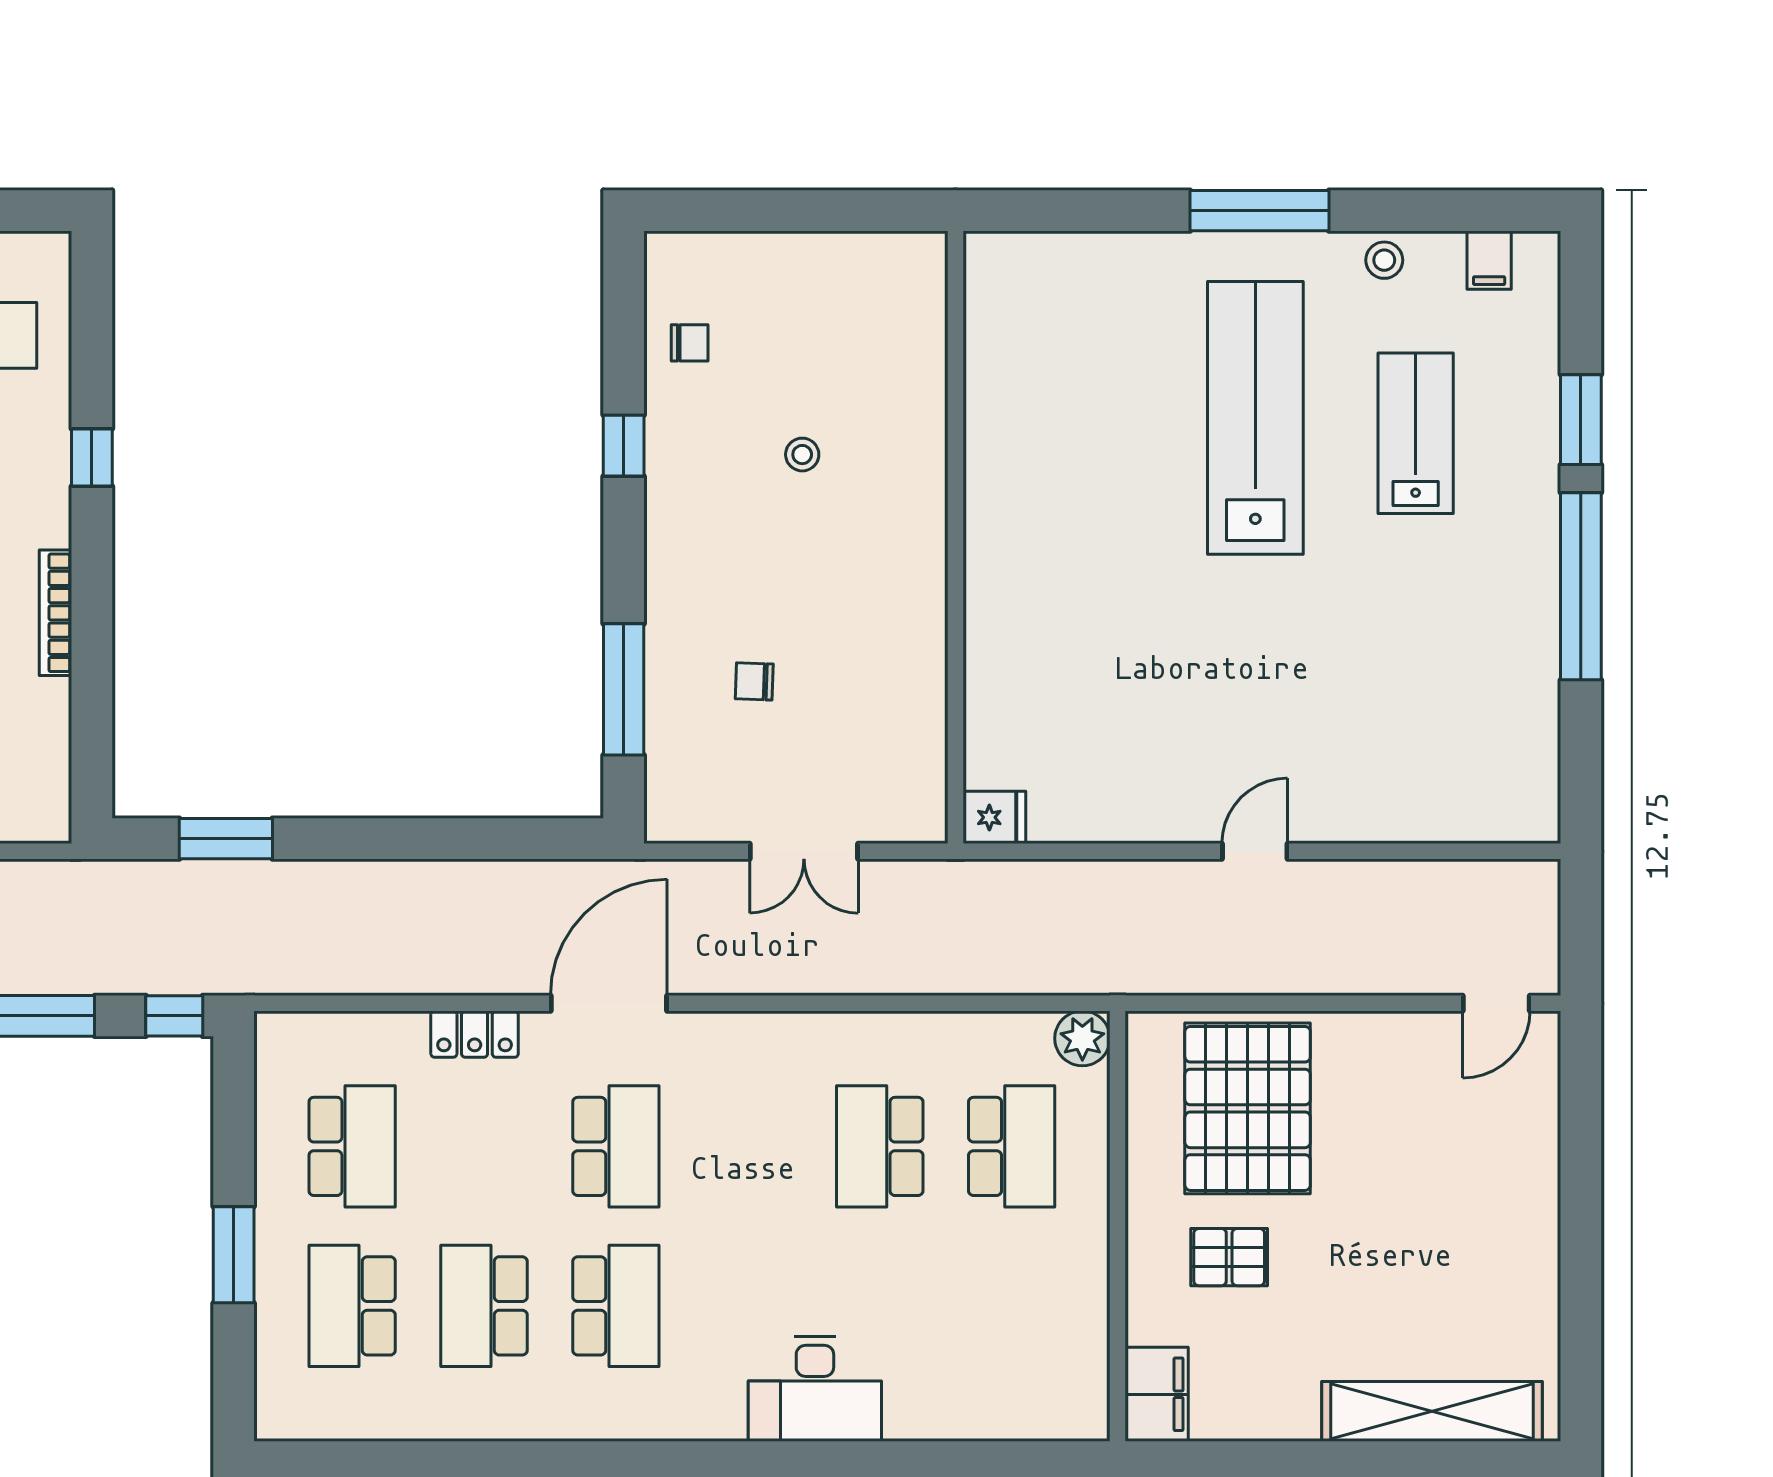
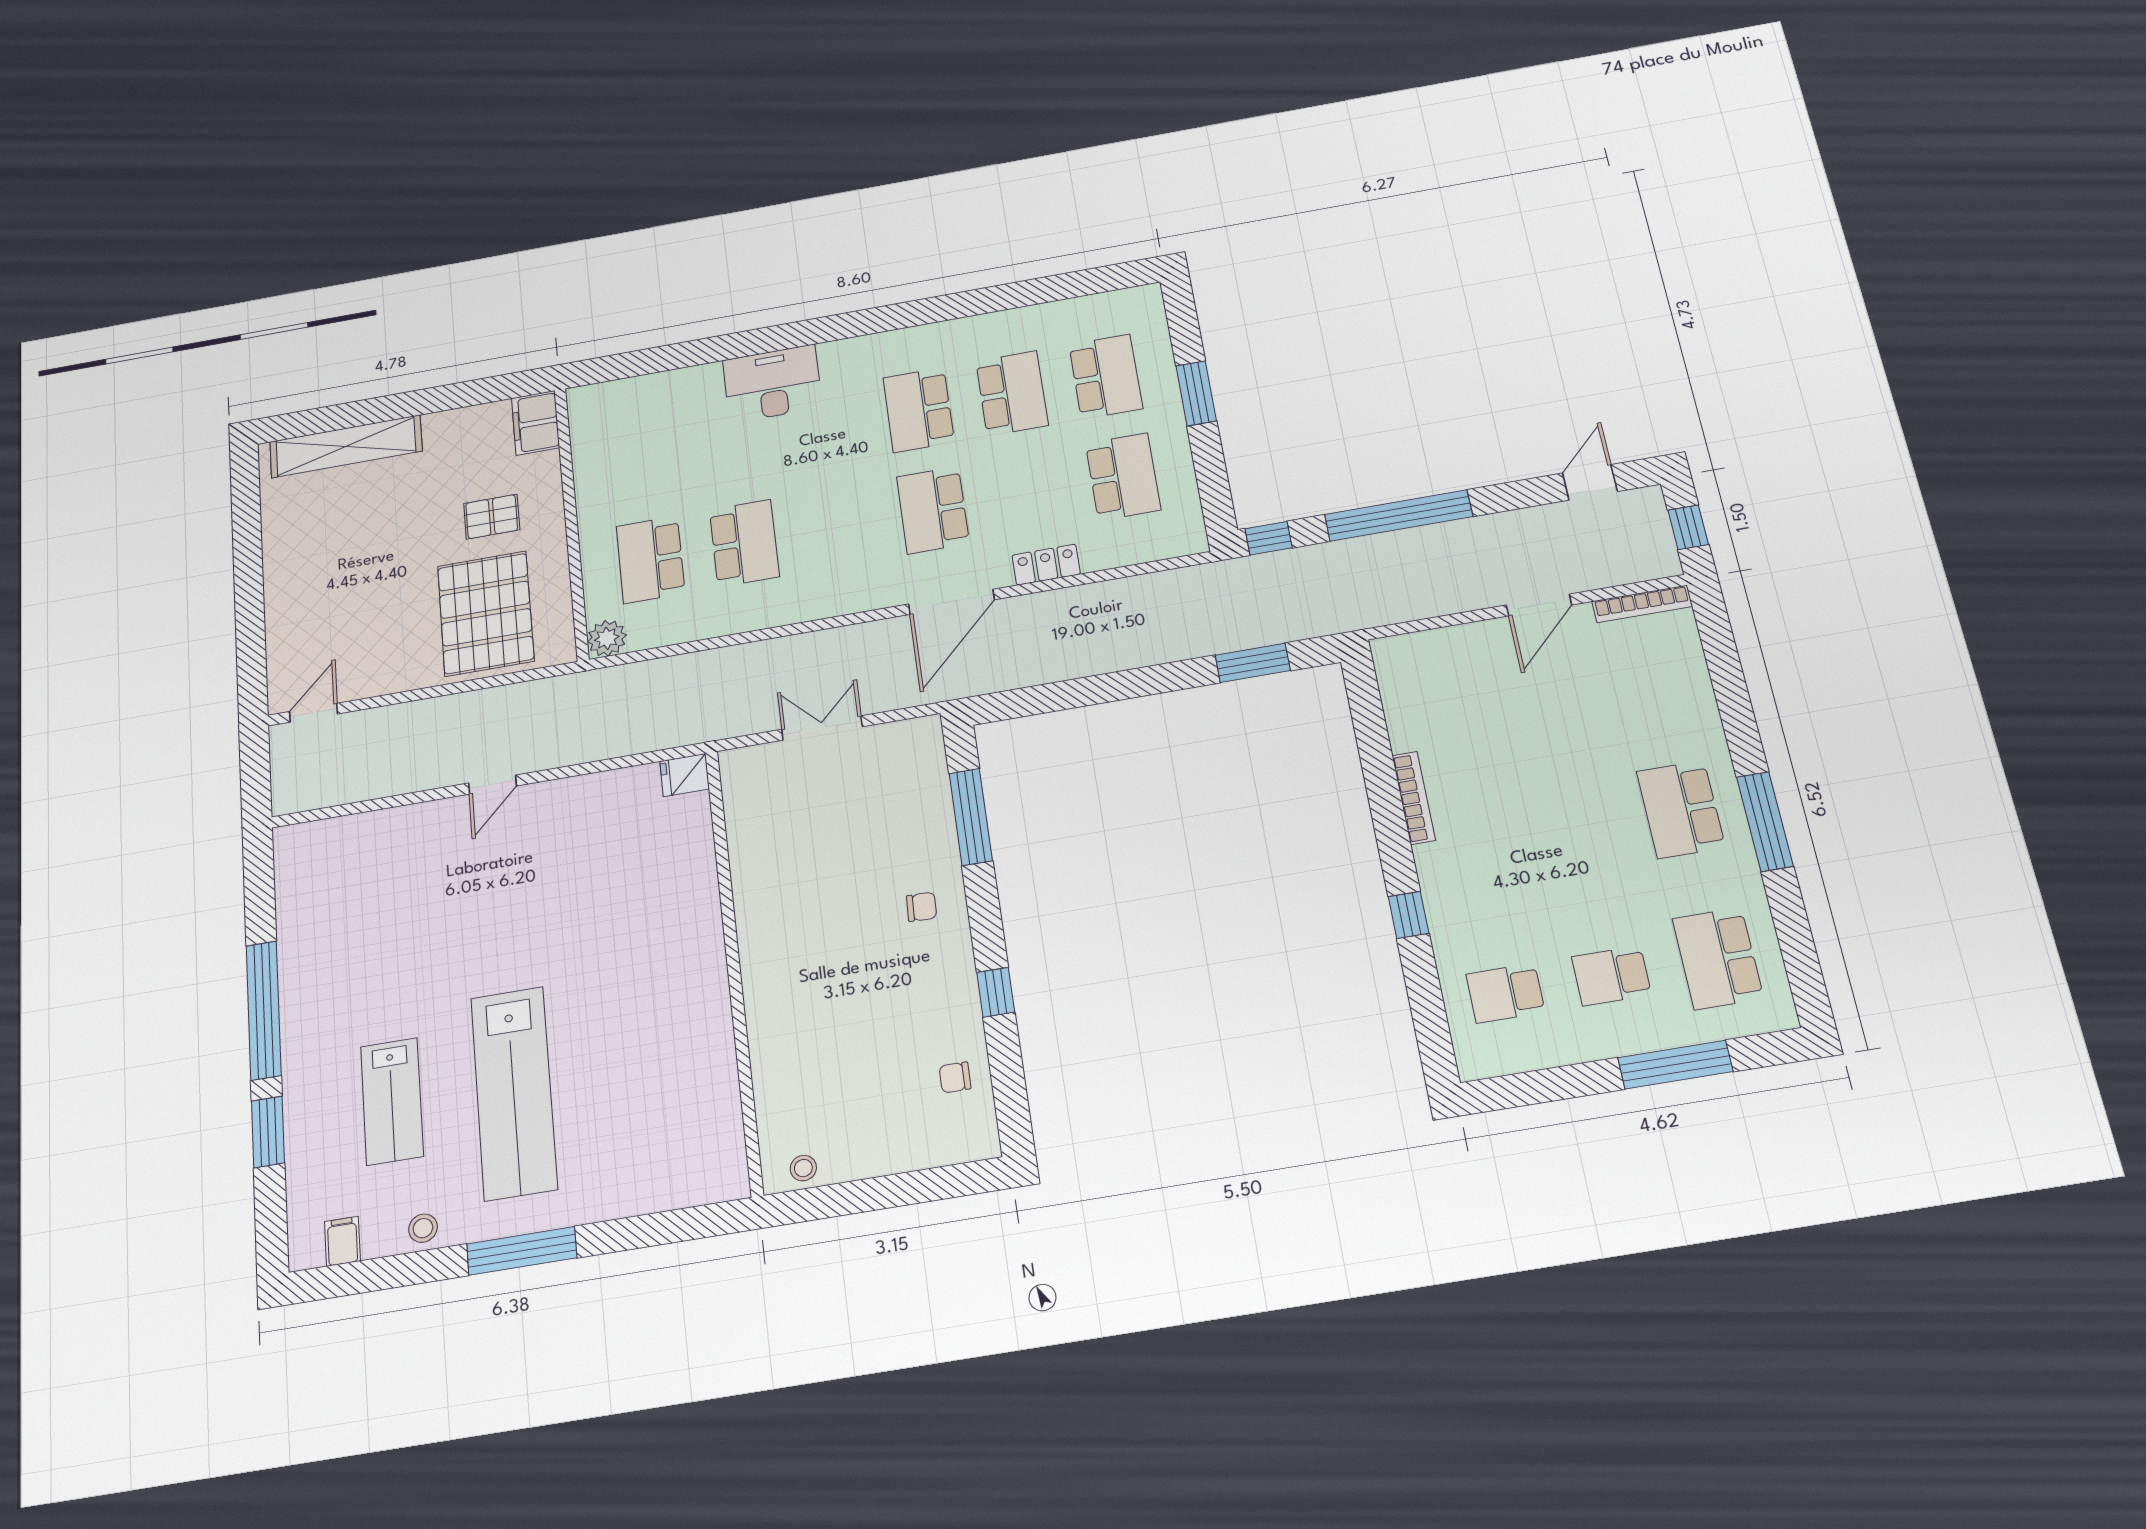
stool: (802, 455) -> (803, 1168), moved
chair: (754, 681) -> (922, 907), moved
school desk: (352, 1146) -> (1123, 477), turned 180

